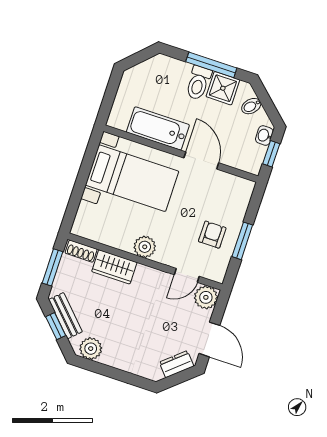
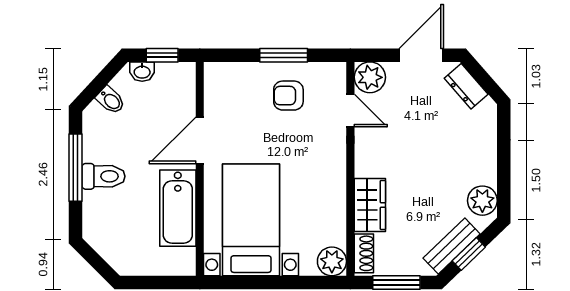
shower: (223, 88) -> (100, 143), removed
plant: (145, 247) -> (332, 261), moved

